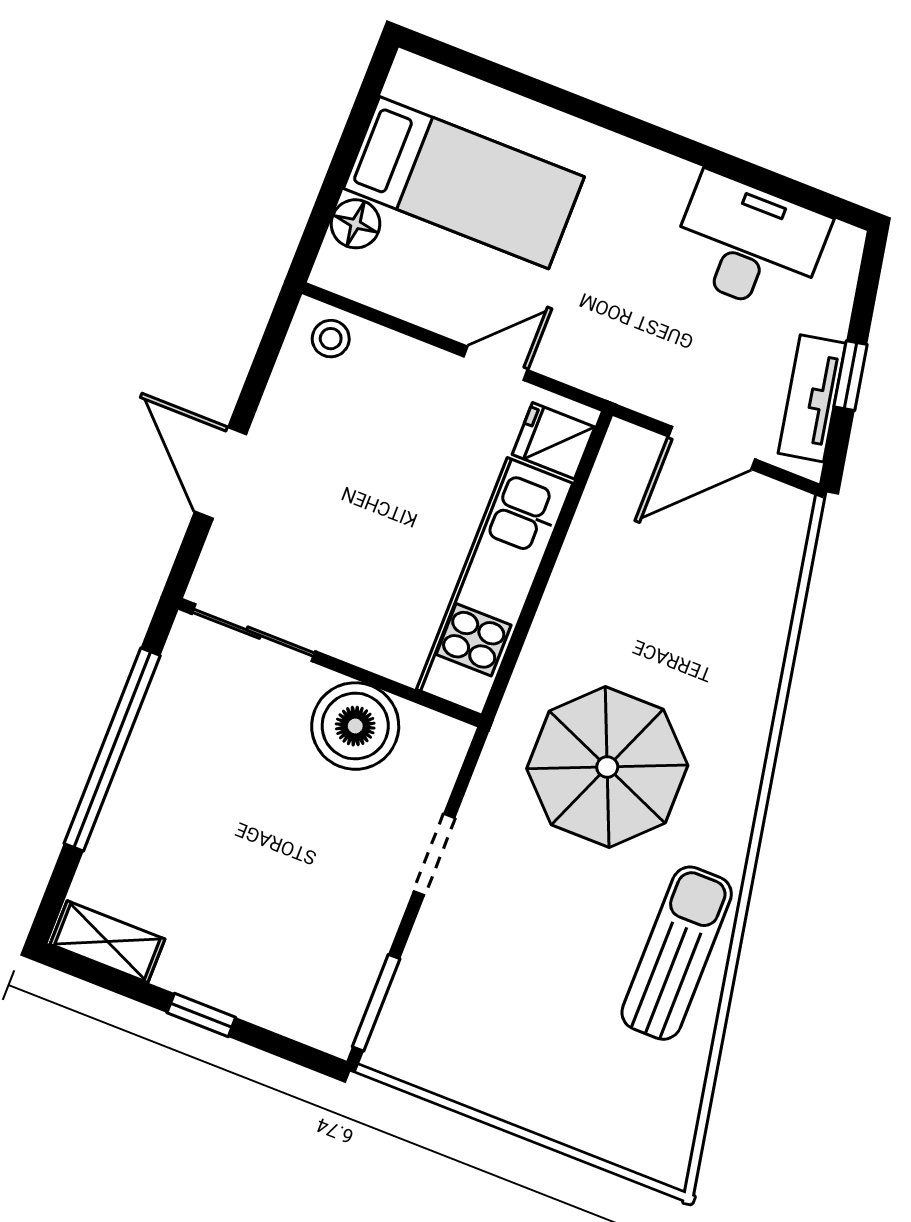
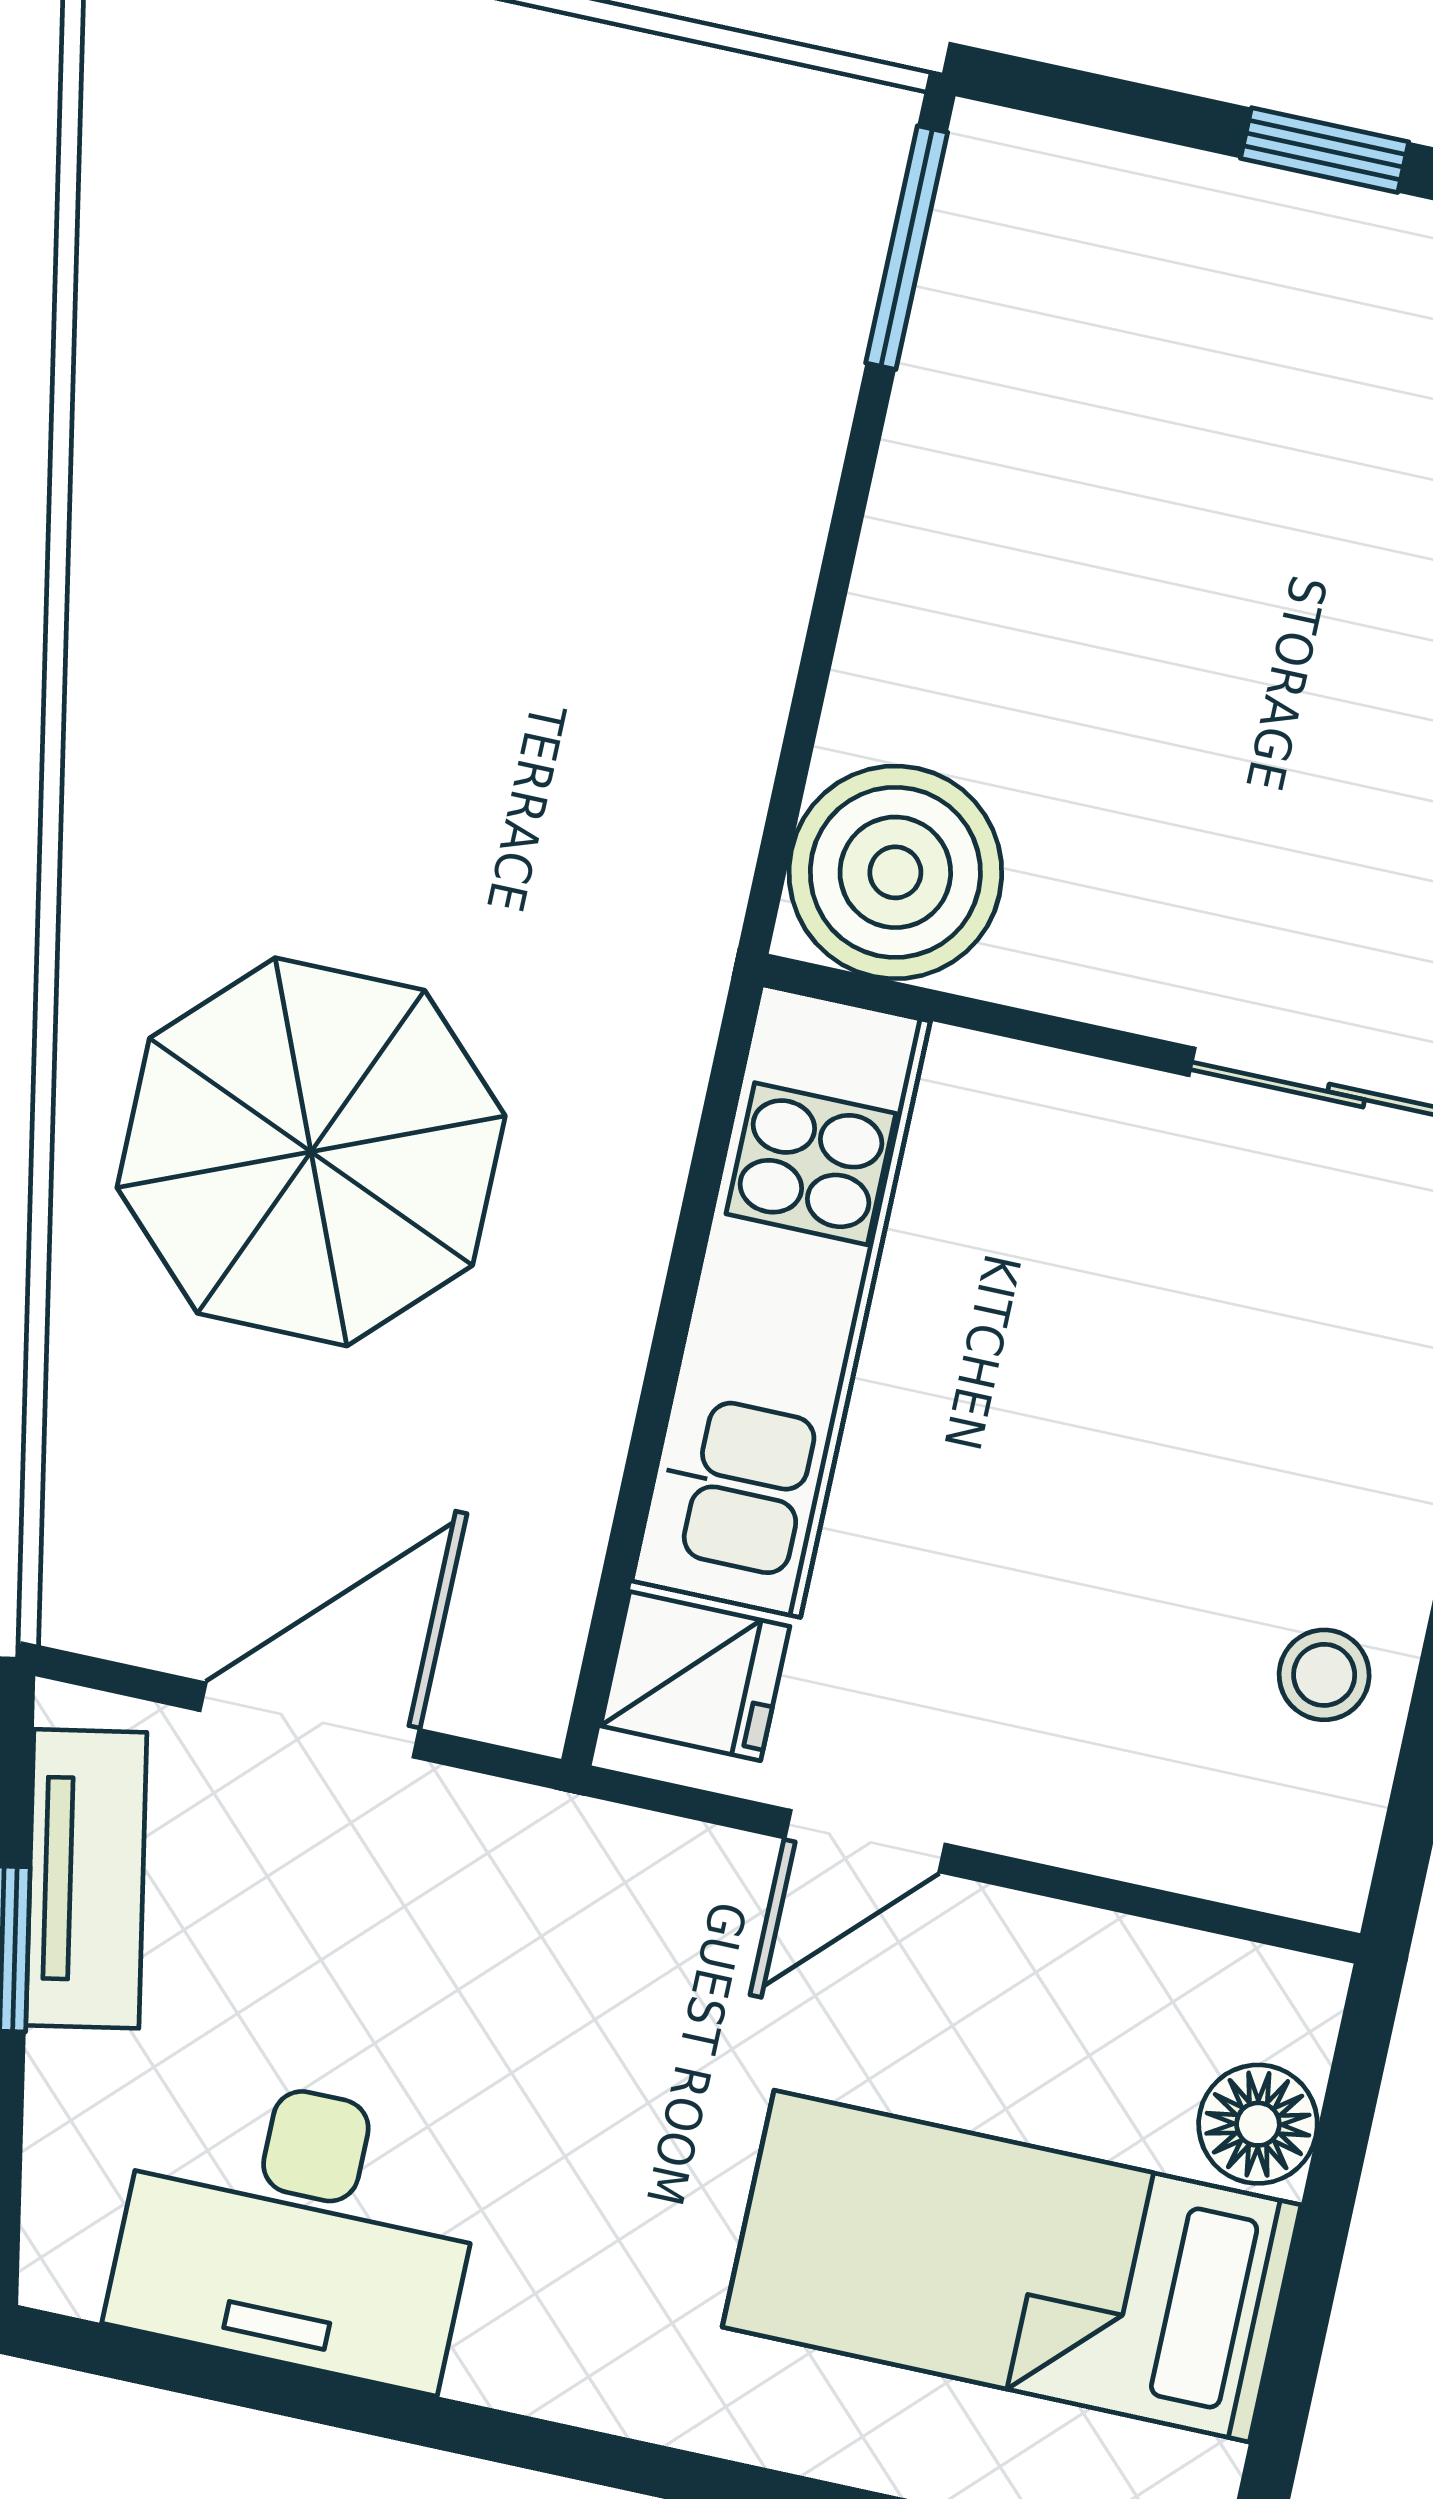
stool: (331, 339) -> (1324, 1675), moved
boiler: (355, 726) -> (895, 872), moved
parasol: (607, 767) -> (311, 1152), moved
doorway: (434, 854) -> (823, 629), removed
sun lounger: (677, 953) -> (199, 484), removed

